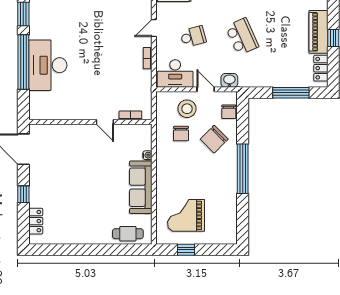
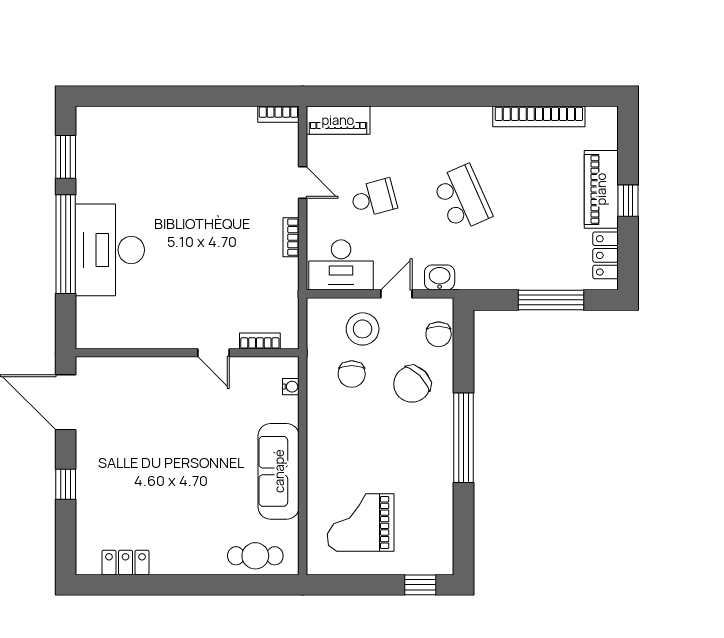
door: (154, 28) -> (303, 182), swing flipped
door: (206, 89) -> (396, 294), hinge flipped
water cooler: (147, 155) -> (291, 387), moved
locker: (36, 221) -> (125, 563), moved, turned -90
window: (186, 250) -> (420, 585), moved

